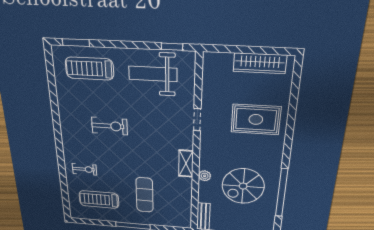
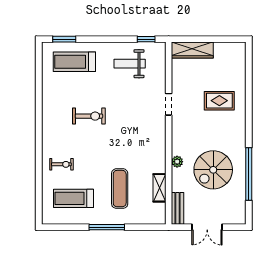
wardrobe: (260, 63) -> (192, 50), moved
weight bench: (153, 74) -> (130, 64), width x0.73, depth x0.75
rug: (256, 119) -> (219, 101), width x0.73, depth x0.70
shelving: (186, 163) -> (159, 188), moved

